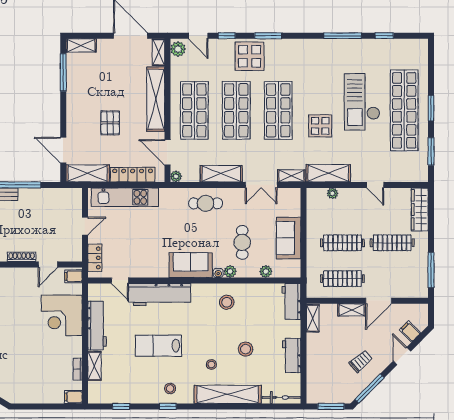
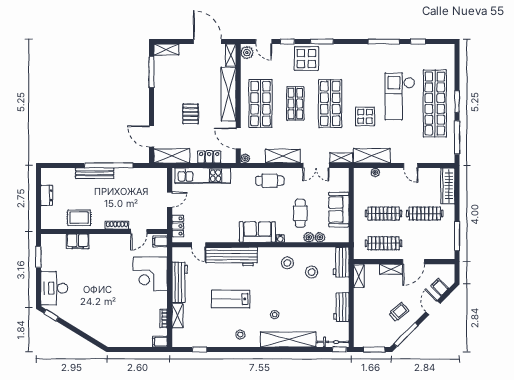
shop shelf: (236, 110) -> (295, 103), width x0.70, depth x0.74
window: (431, 151) -> (457, 138), width x1.44
locker: (133, 175) -> (209, 157), width x0.66
plant: (230, 271) -> (309, 237), moved
stool: (246, 349) -> (312, 272), moved
window: (168, 406) -> (339, 349), moved

